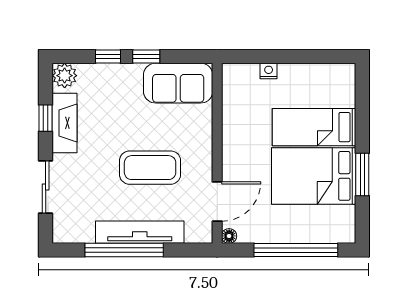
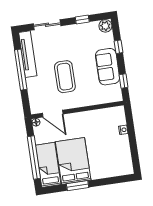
window: (146, 57) -> (124, 81), moved
sofa: (178, 83) -> (108, 67), moved
fireplace: (64, 123) -> (81, 29), removed
bed: (314, 127) -> (48, 165), moved
tv unit: (140, 232) -> (28, 54), moved

